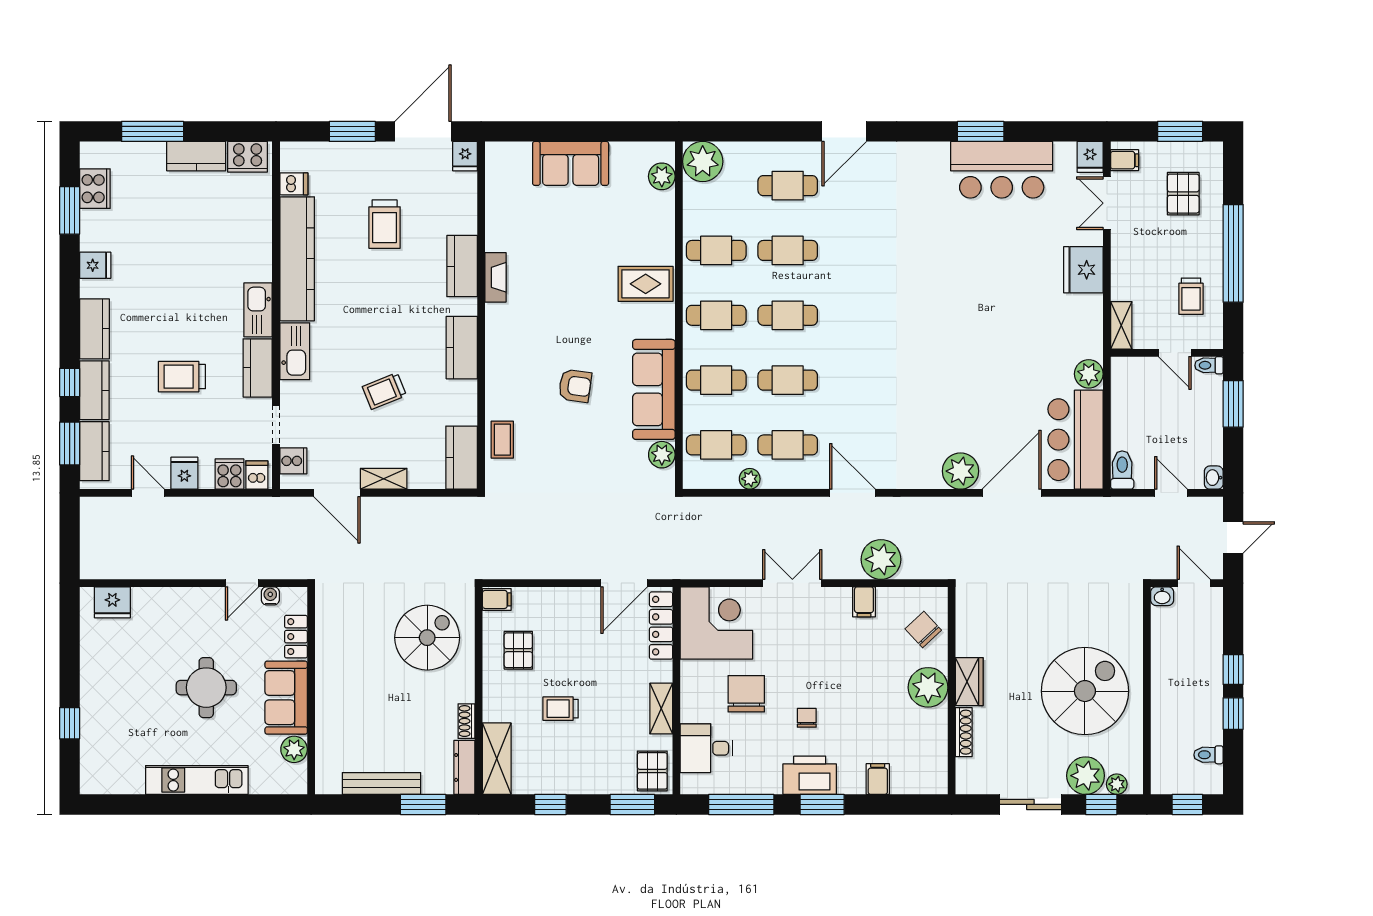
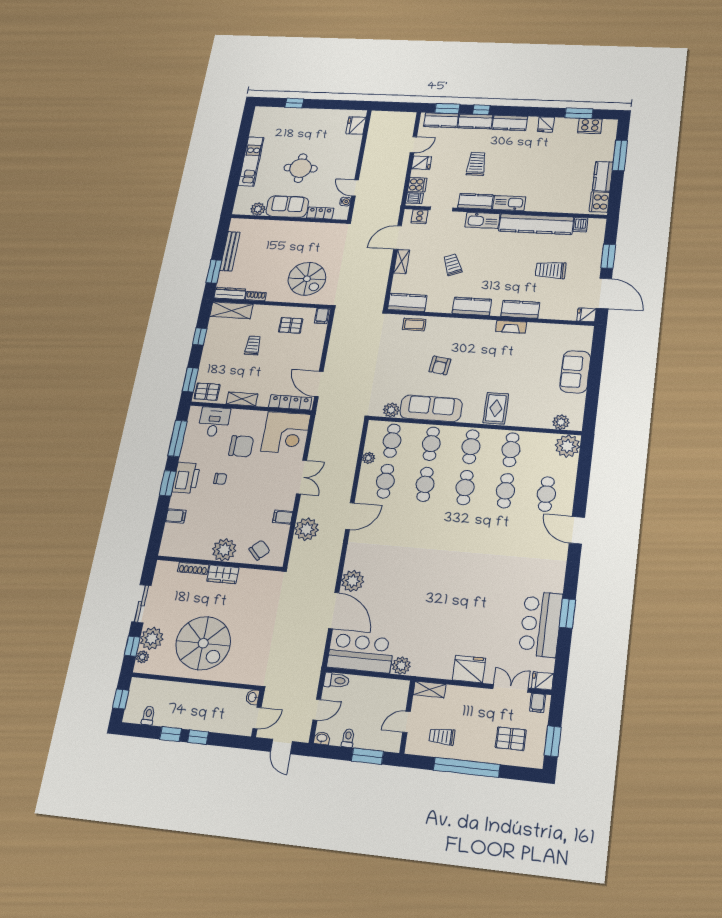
toilet: (1209, 365) -> (348, 738), moved

